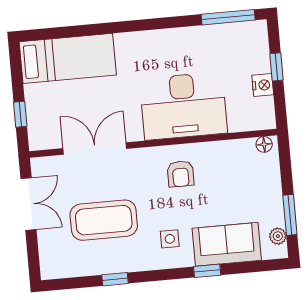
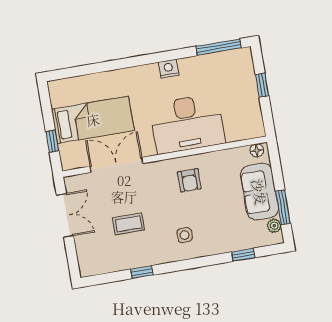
bed: (68, 58) -> (93, 120), moved
nightstand: (263, 85) -> (168, 69), moved, turned -90
coffee table: (104, 220) -> (129, 224), width x0.54, depth x0.58
sofa: (227, 244) -> (259, 192), moved, turned -90
window: (207, 271) -> (243, 255), moved

